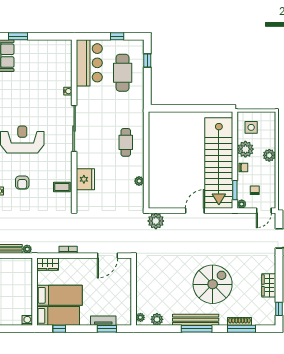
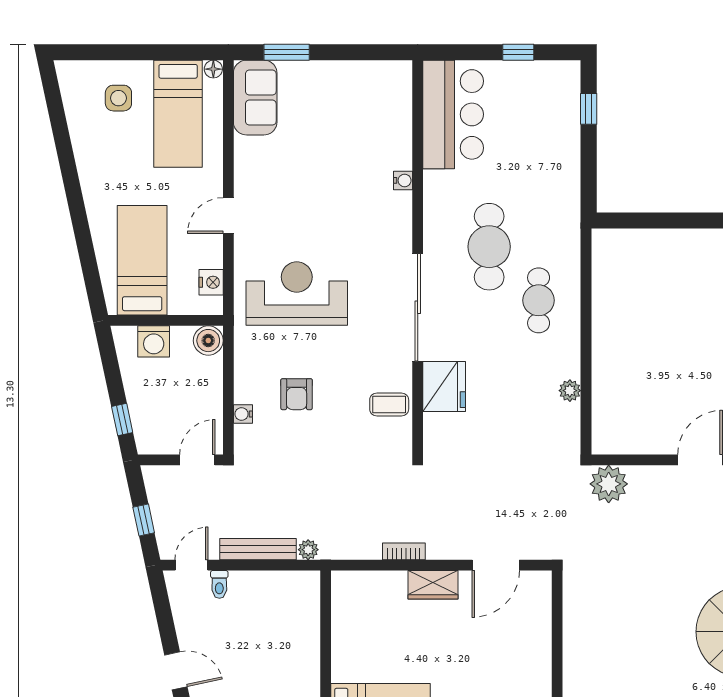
cafe table: (123, 73) -> (489, 247), moved
sliding door: (74, 129) -> (418, 307), moved
wardrobe: (48, 264) -> (433, 585), moved
bed: (59, 295) -> (384, 658), removed

